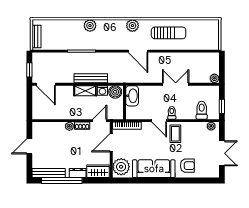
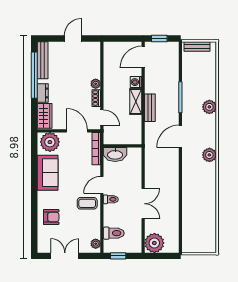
sun lounger: (169, 33) -> (201, 196), removed
door: (138, 51) -> (180, 136), moved
bench: (91, 78) -> (150, 108), width x0.73
plant: (214, 78) -> (154, 243), width x1.88, depth x1.88
washing machine: (102, 91) -> (136, 82), moved
boiler: (115, 92) -> (134, 135), removed
washbasin: (132, 96) -> (115, 154), moved
door: (29, 146) -> (73, 38), hinge flipped
double door: (222, 153) -> (65, 256), swing flipped
armchair: (187, 166) -> (51, 217), turned -90
sofa: (154, 169) -> (48, 173), width x0.73

